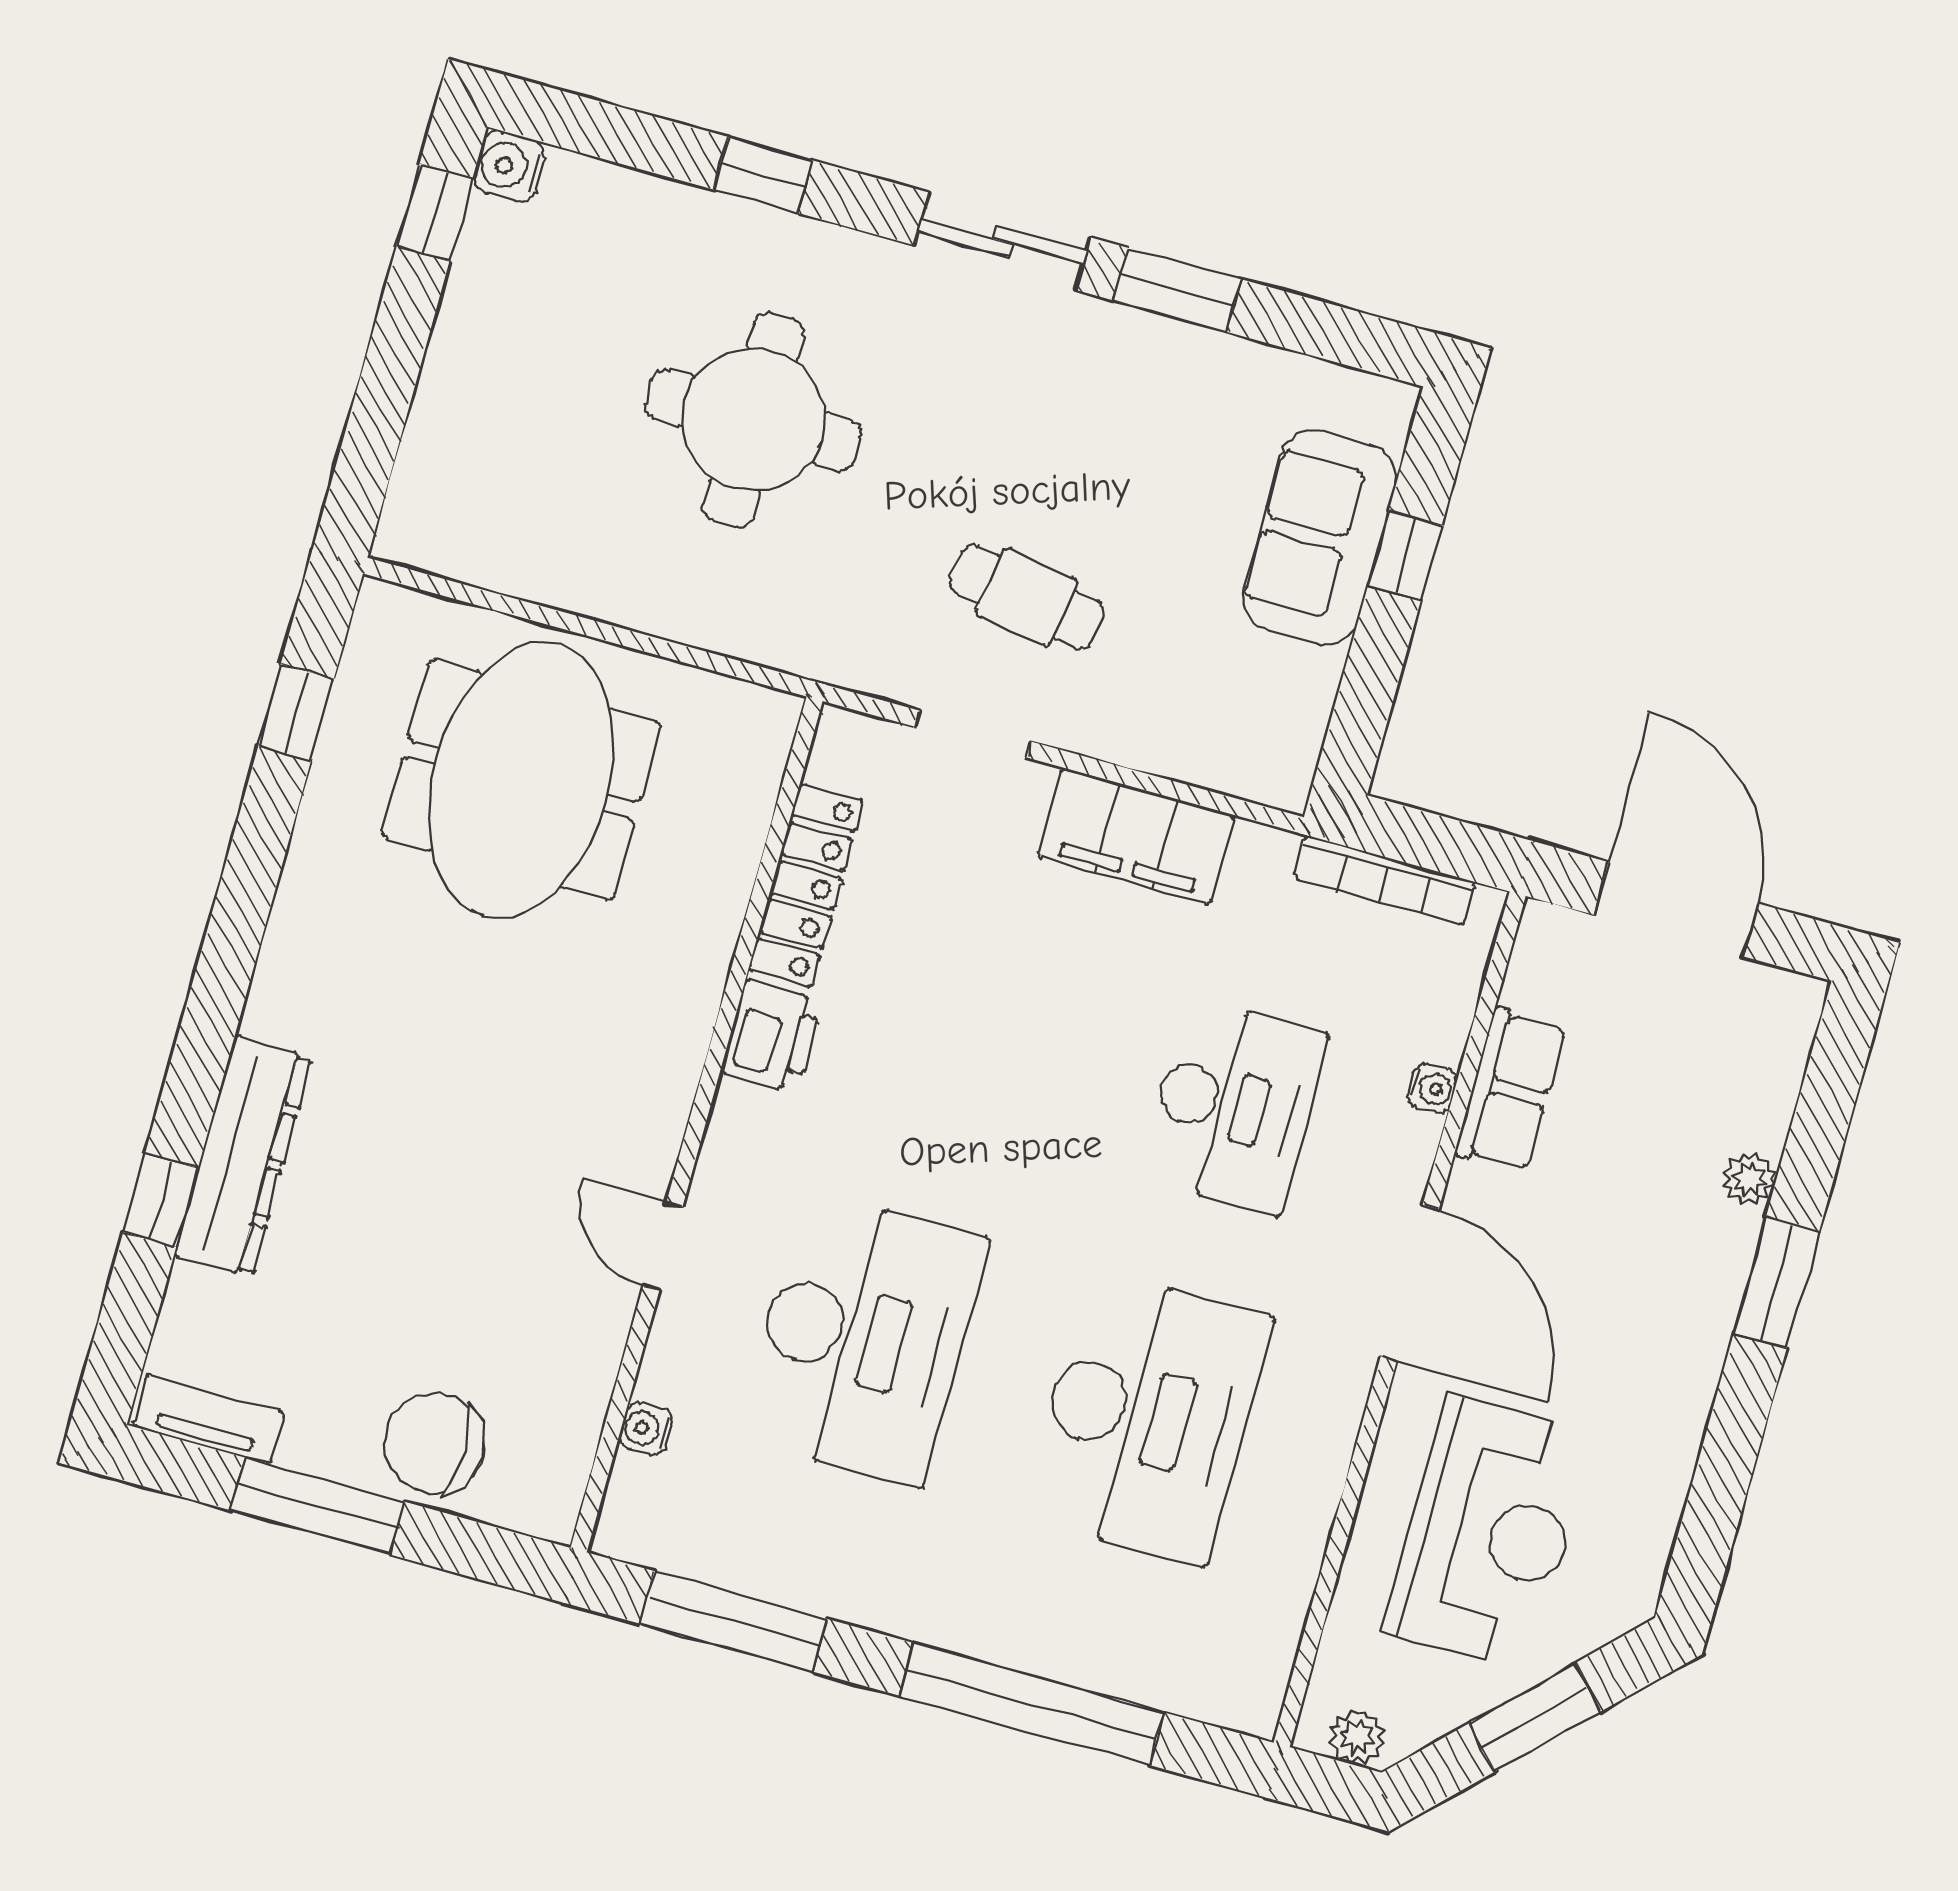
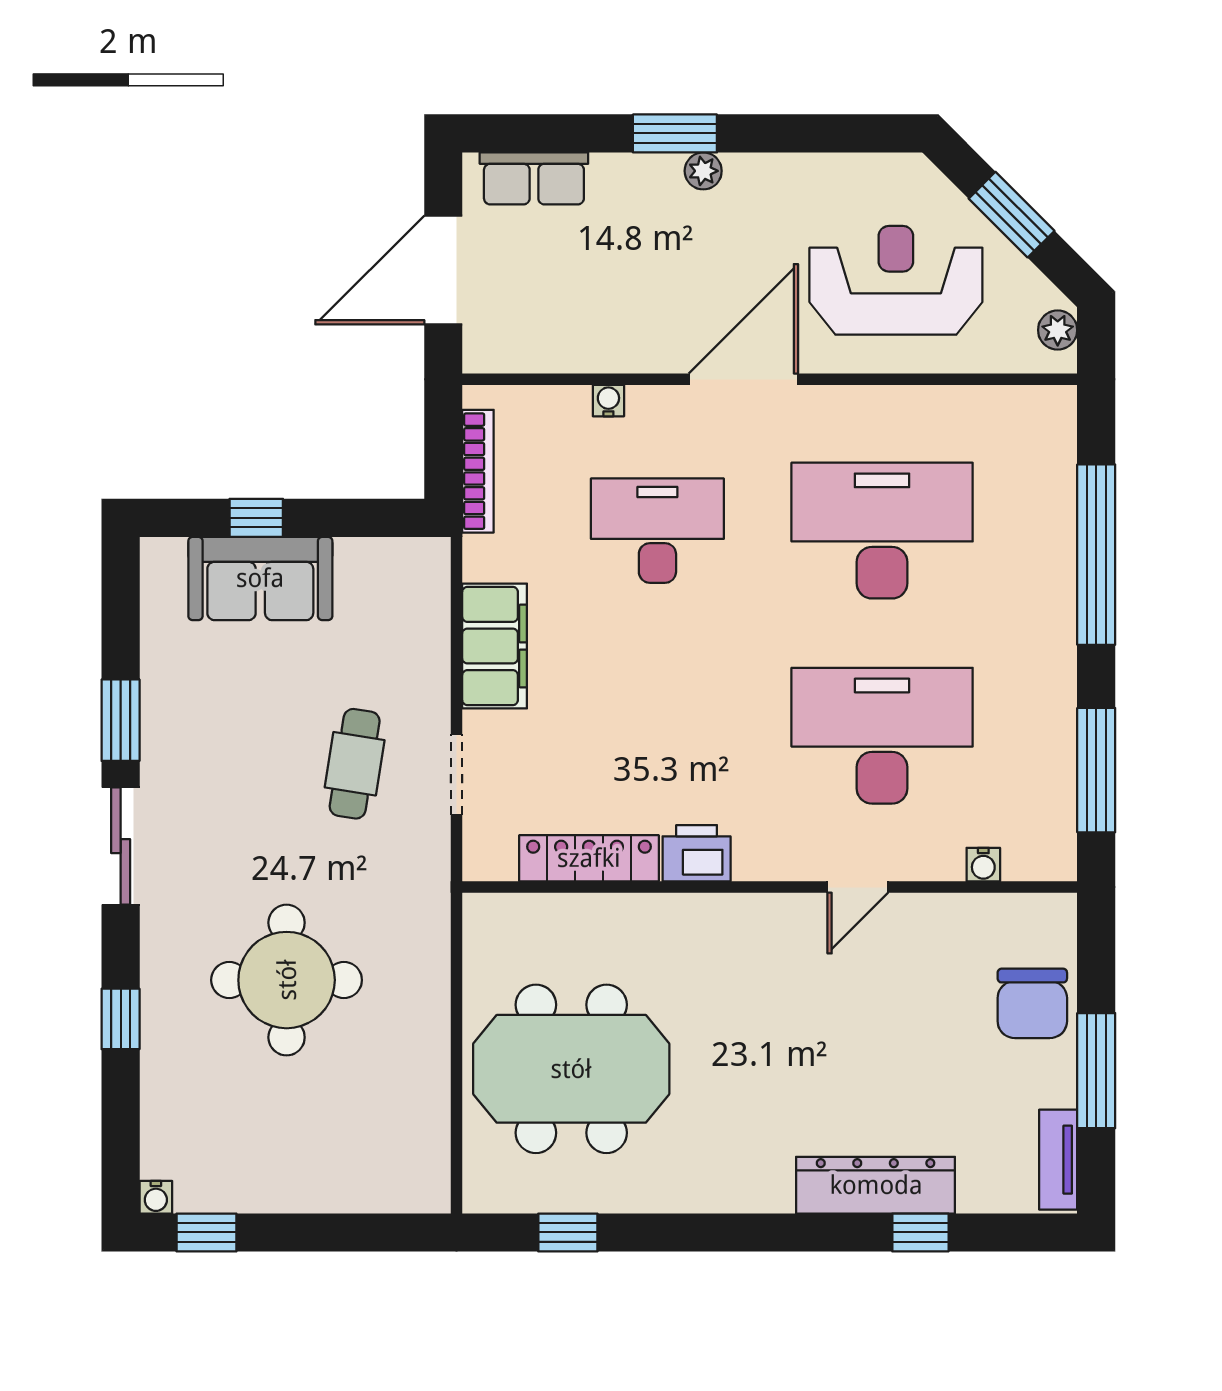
water cooler: (509, 166) -> (156, 1197), width x0.72, depth x0.72
row of seats: (1510, 1090) -> (534, 178), moved, turned 180
plant: (1749, 1179) -> (703, 171), moved

